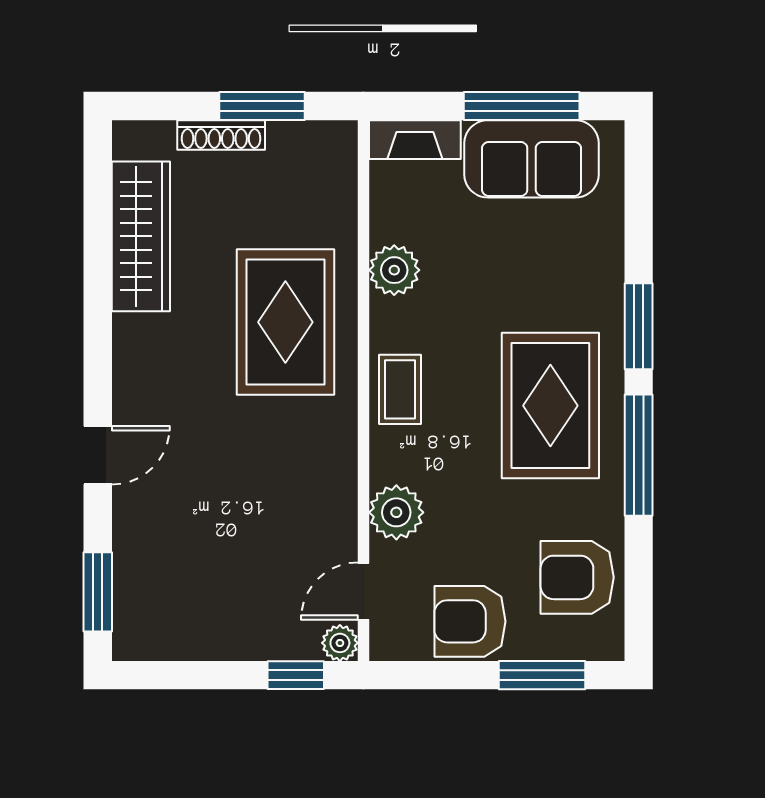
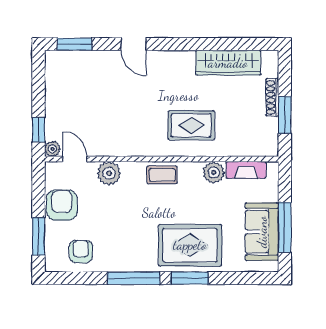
fireplace: (415, 140) -> (246, 170), moved, turned -90
rug: (285, 322) -> (191, 125), width x0.73, depth x0.70
rug: (550, 406) -> (190, 245), moved
armchair: (577, 577) -> (81, 251), width x0.72, depth x0.72

